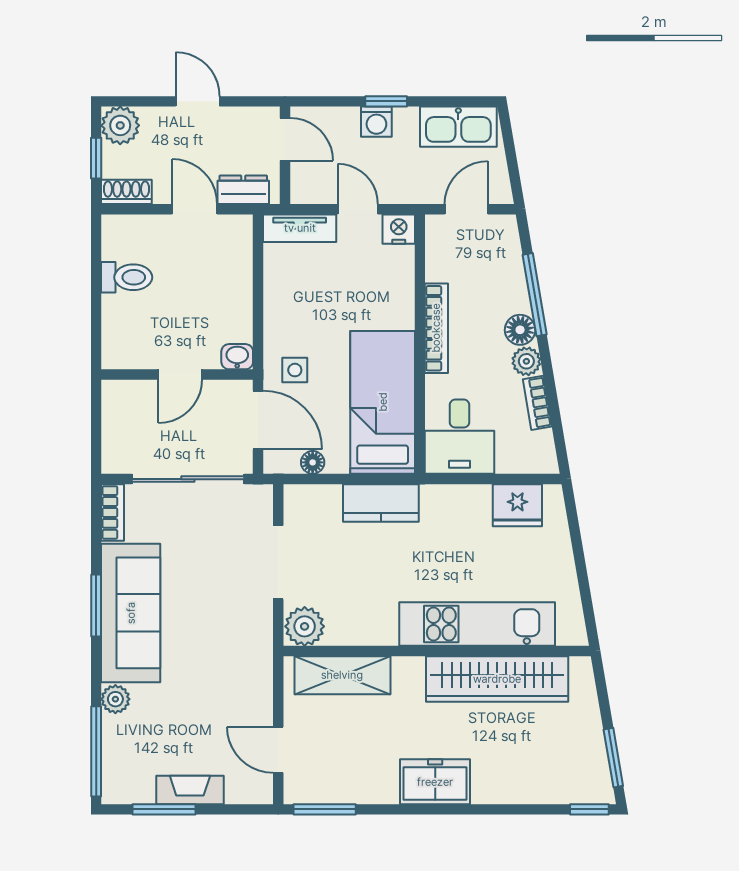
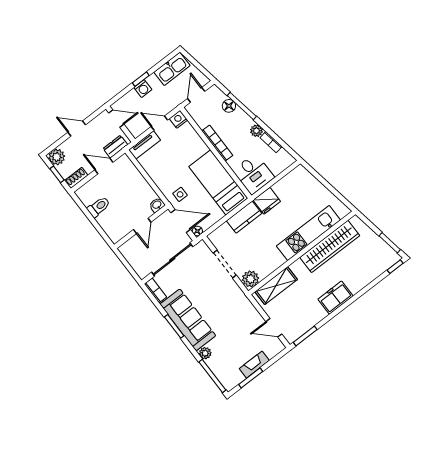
floor lamp: (520, 330) -> (229, 106), moved
floor lamp: (313, 462) -> (197, 231), moved
fridge: (517, 505) -> (267, 201), moved

